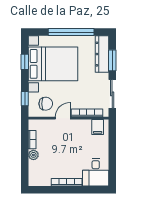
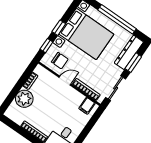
window: (25, 62) -> (59, 28), moved
plant: (33, 155) -> (24, 99), width x1.88, depth x1.88

